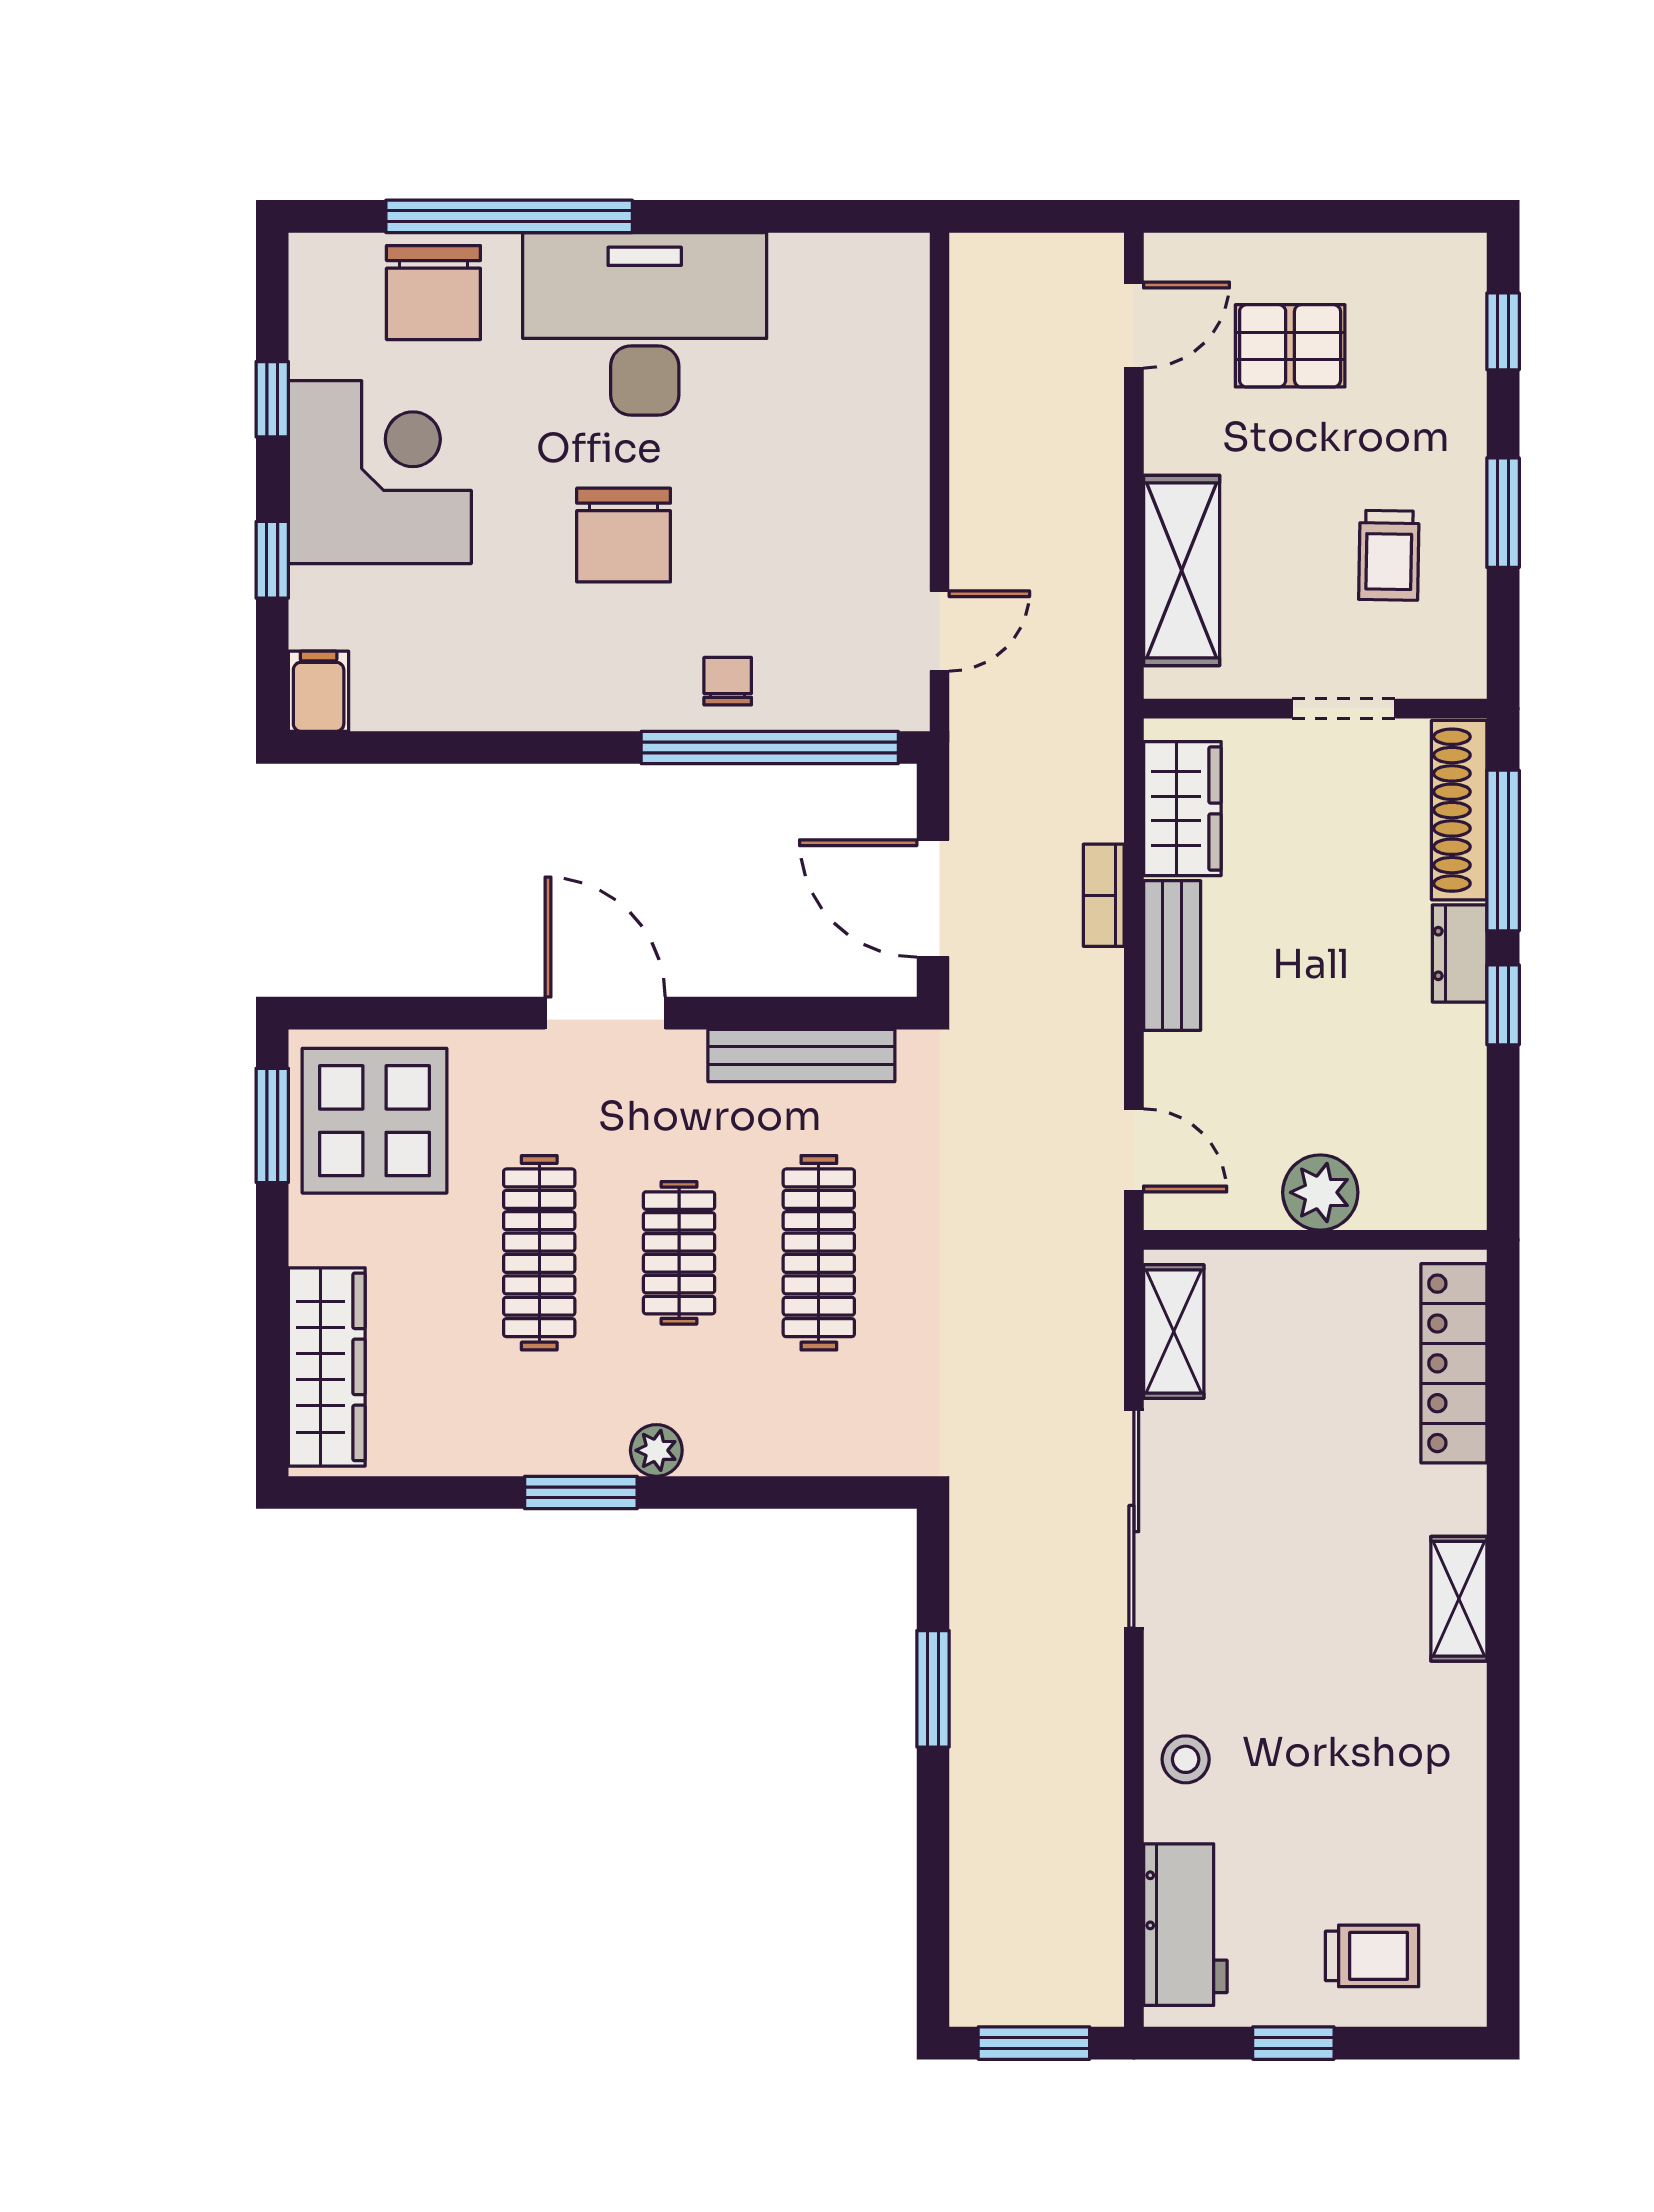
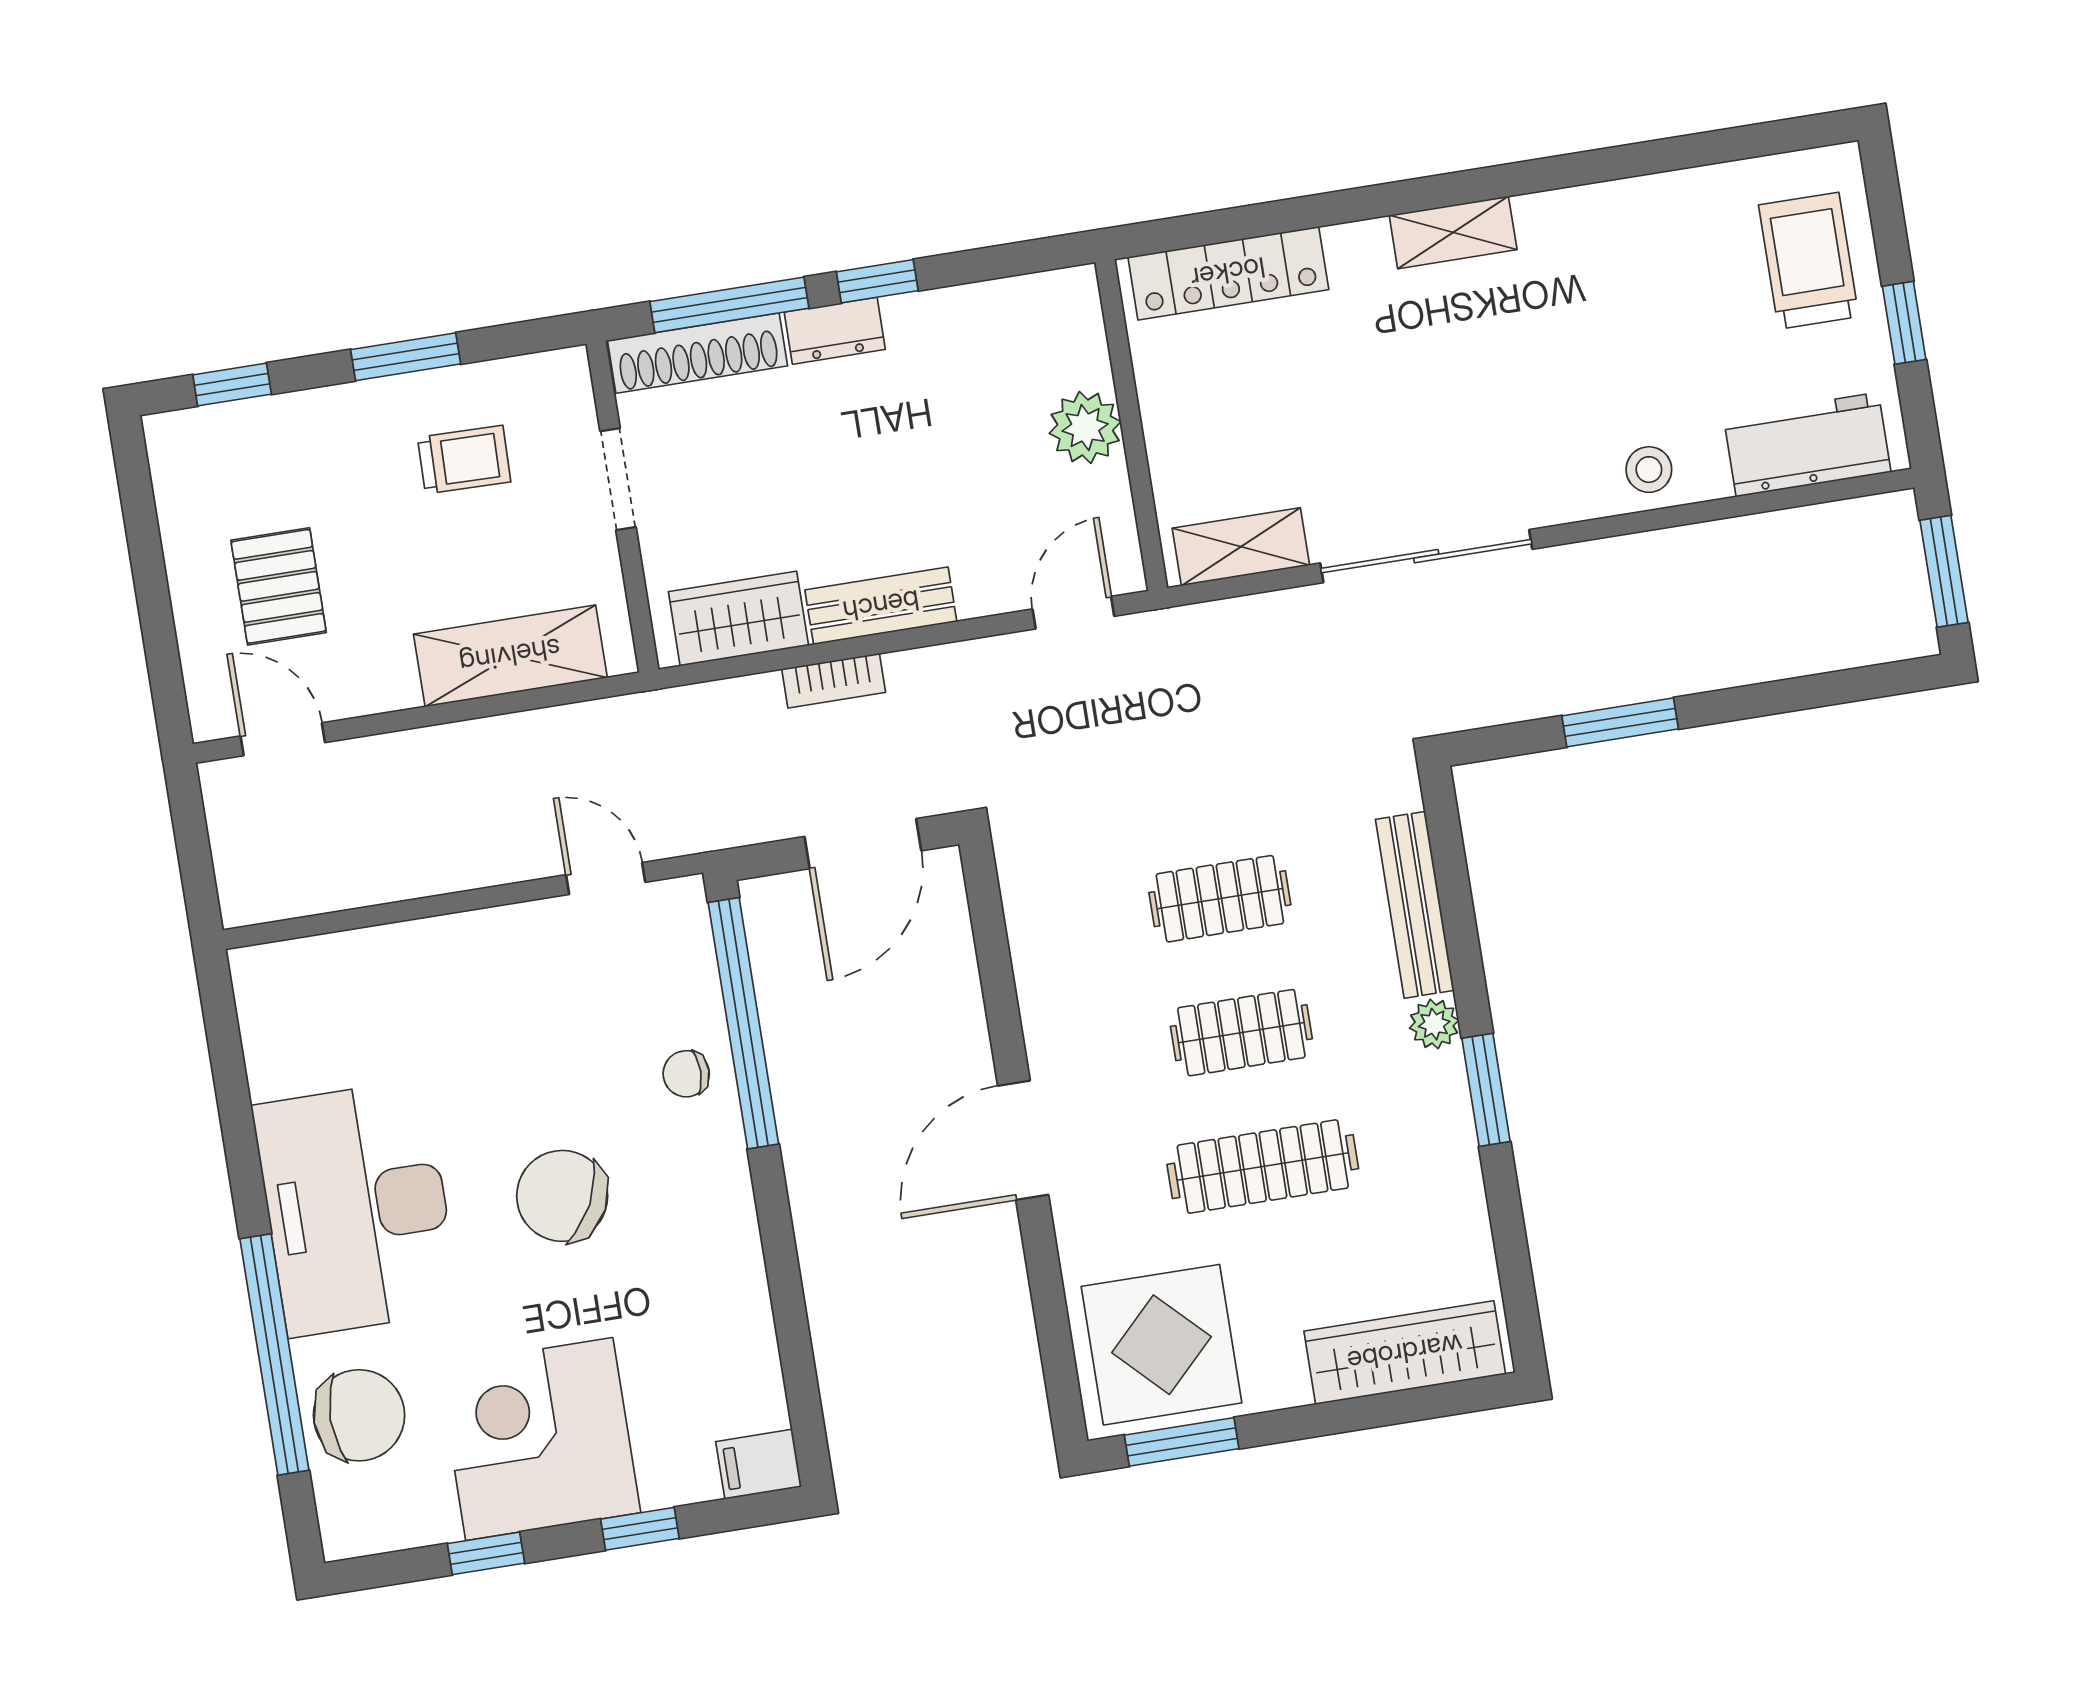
chair: (624, 535) -> (562, 1196), turned -153
bench: (801, 1055) -> (1415, 905), moved
clothes rail: (819, 1253) -> (1220, 899), width x0.73
trolley: (1372, 1956) -> (1809, 261), width x1.36, depth x1.39

